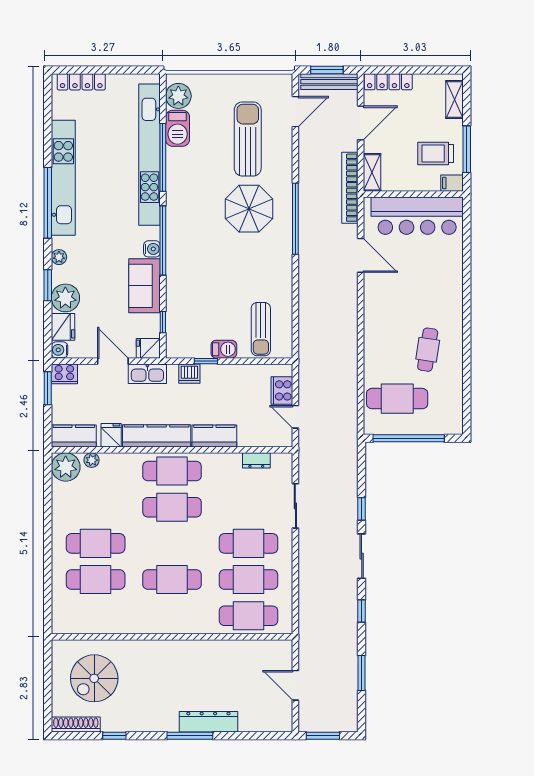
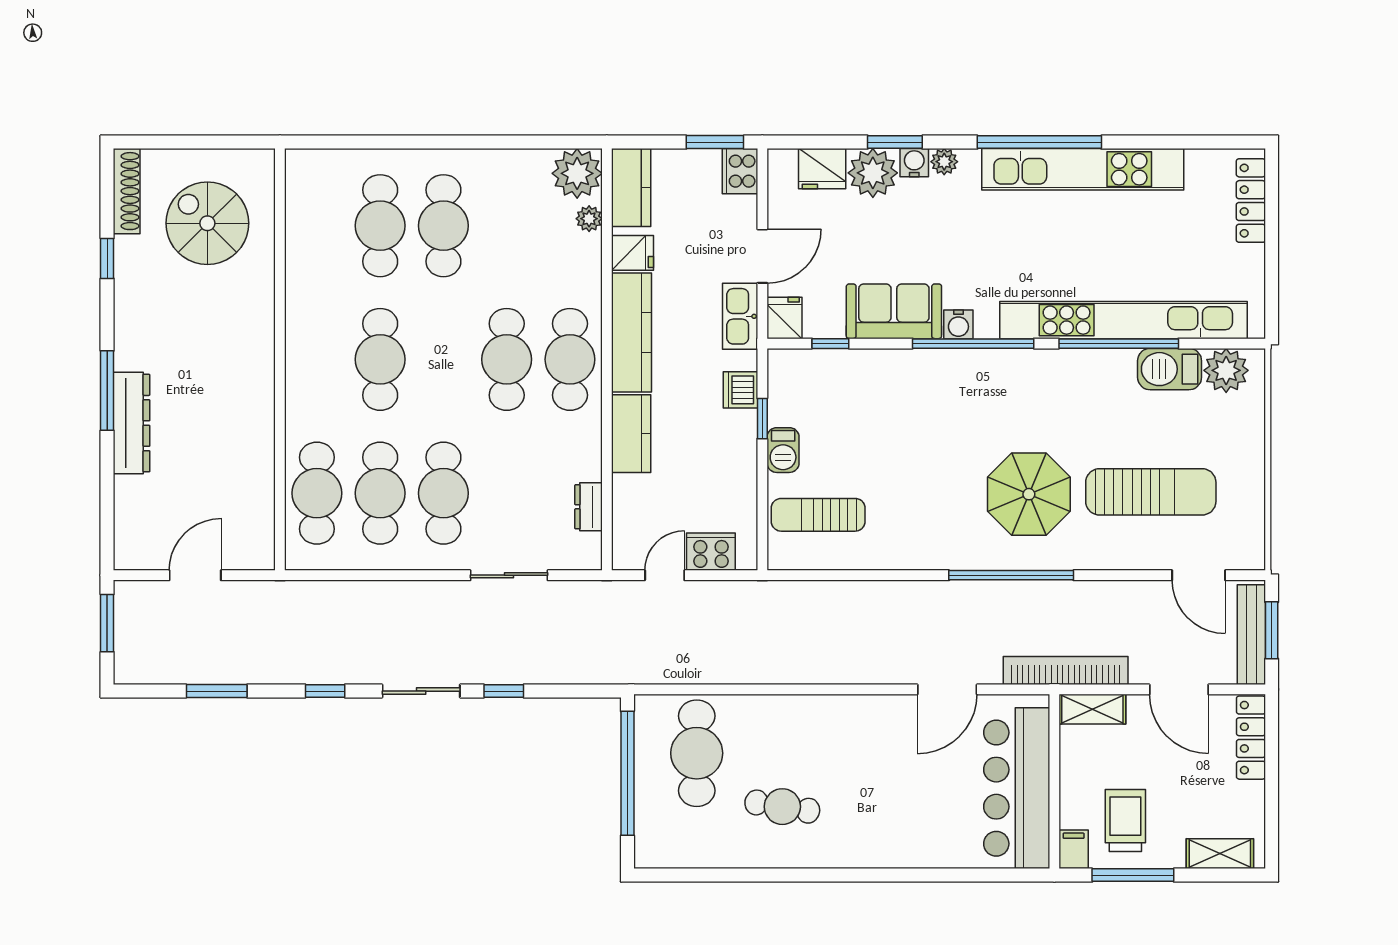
water cooler: (60, 350) -> (914, 163), moved

